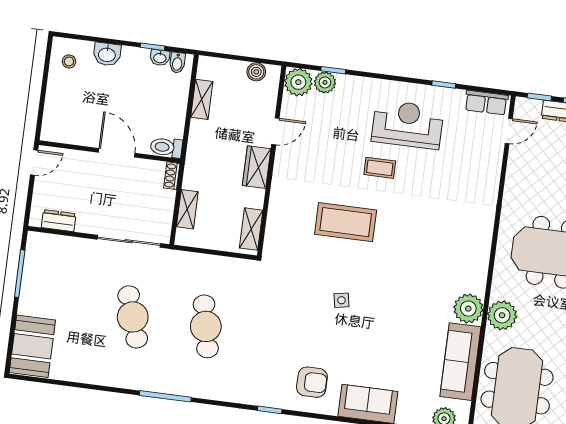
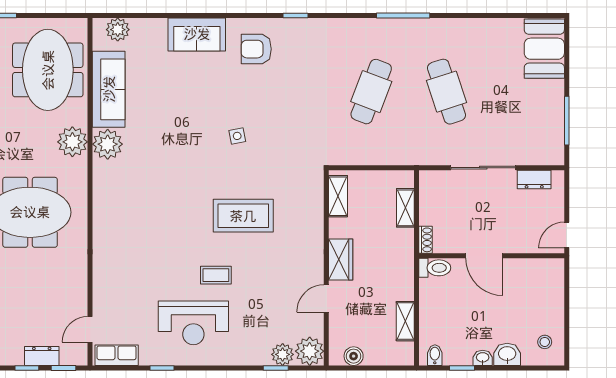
washbasin: (160, 58) -> (483, 358), moved
sliding door: (129, 241) -> (483, 168), moved
cafe table: (206, 326) -> (371, 92), turned 33

